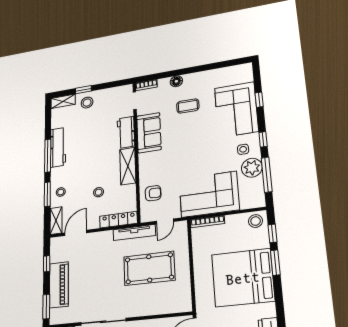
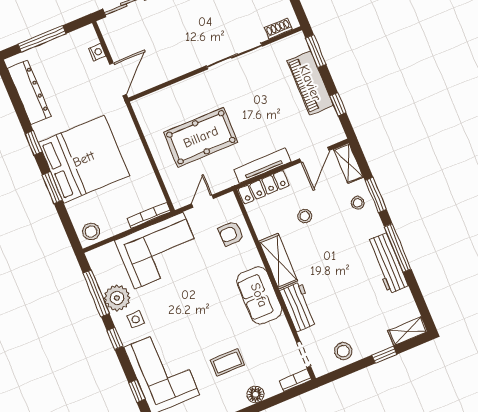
stool: (87, 103) -> (343, 351), moved
sofa: (149, 133) -> (259, 295), moved
tv unit: (134, 233) -> (262, 166), moved
window: (272, 233) -> (34, 143), moved

